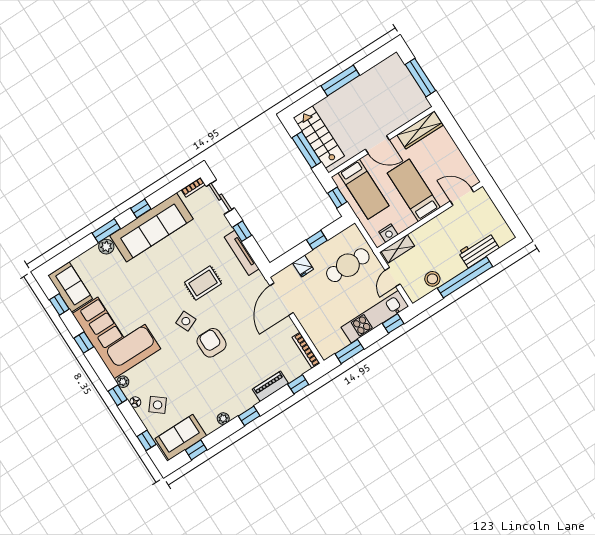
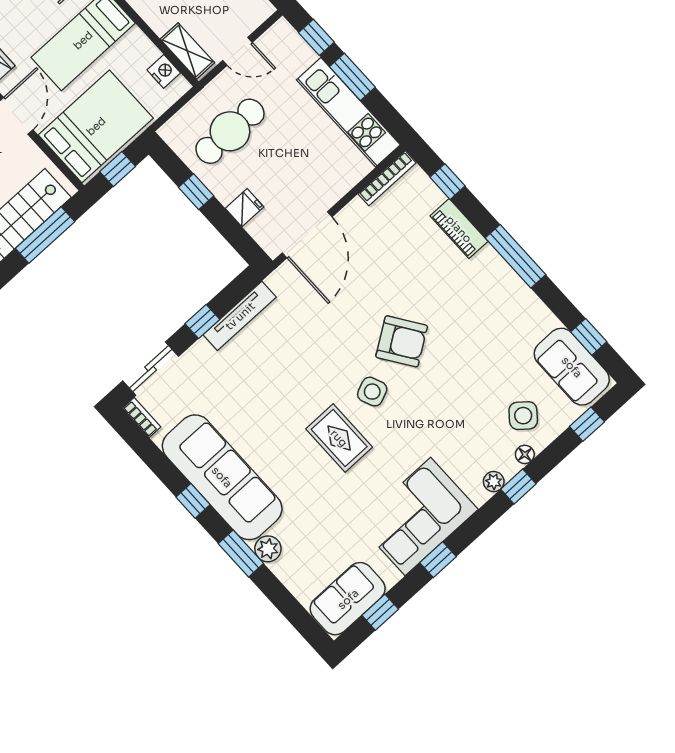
bed: (364, 189) -> (96, 126), width x1.50
cafe table: (348, 265) -> (230, 131), turned 90
rug: (203, 283) -> (339, 438), moved
door: (281, 299) -> (307, 235), hinge flipped
kitchen unit: (375, 317) -> (348, 112), moved
corner sofa: (116, 331) -> (418, 516), width x0.73, depth x0.74
armchair: (212, 343) -> (402, 341), turned -124
window: (349, 351) -> (352, 77), moved
window: (249, 416) -> (516, 256), width x2.17
plant: (223, 419) -> (528, 300), removed

